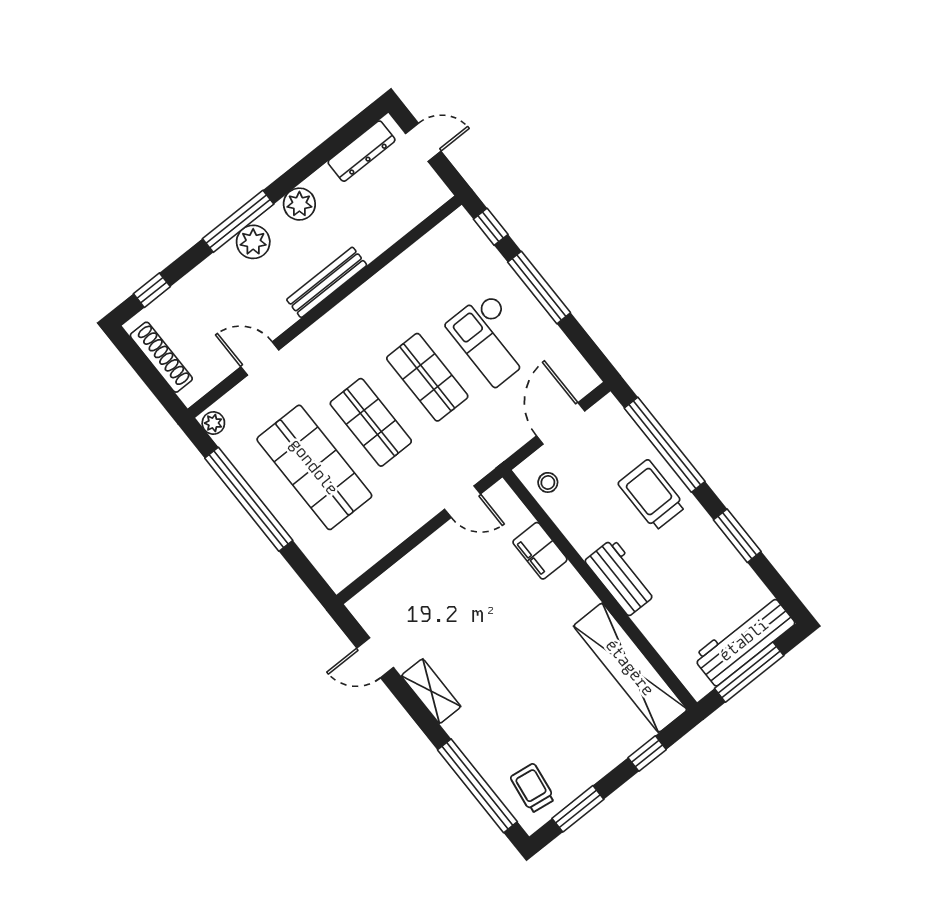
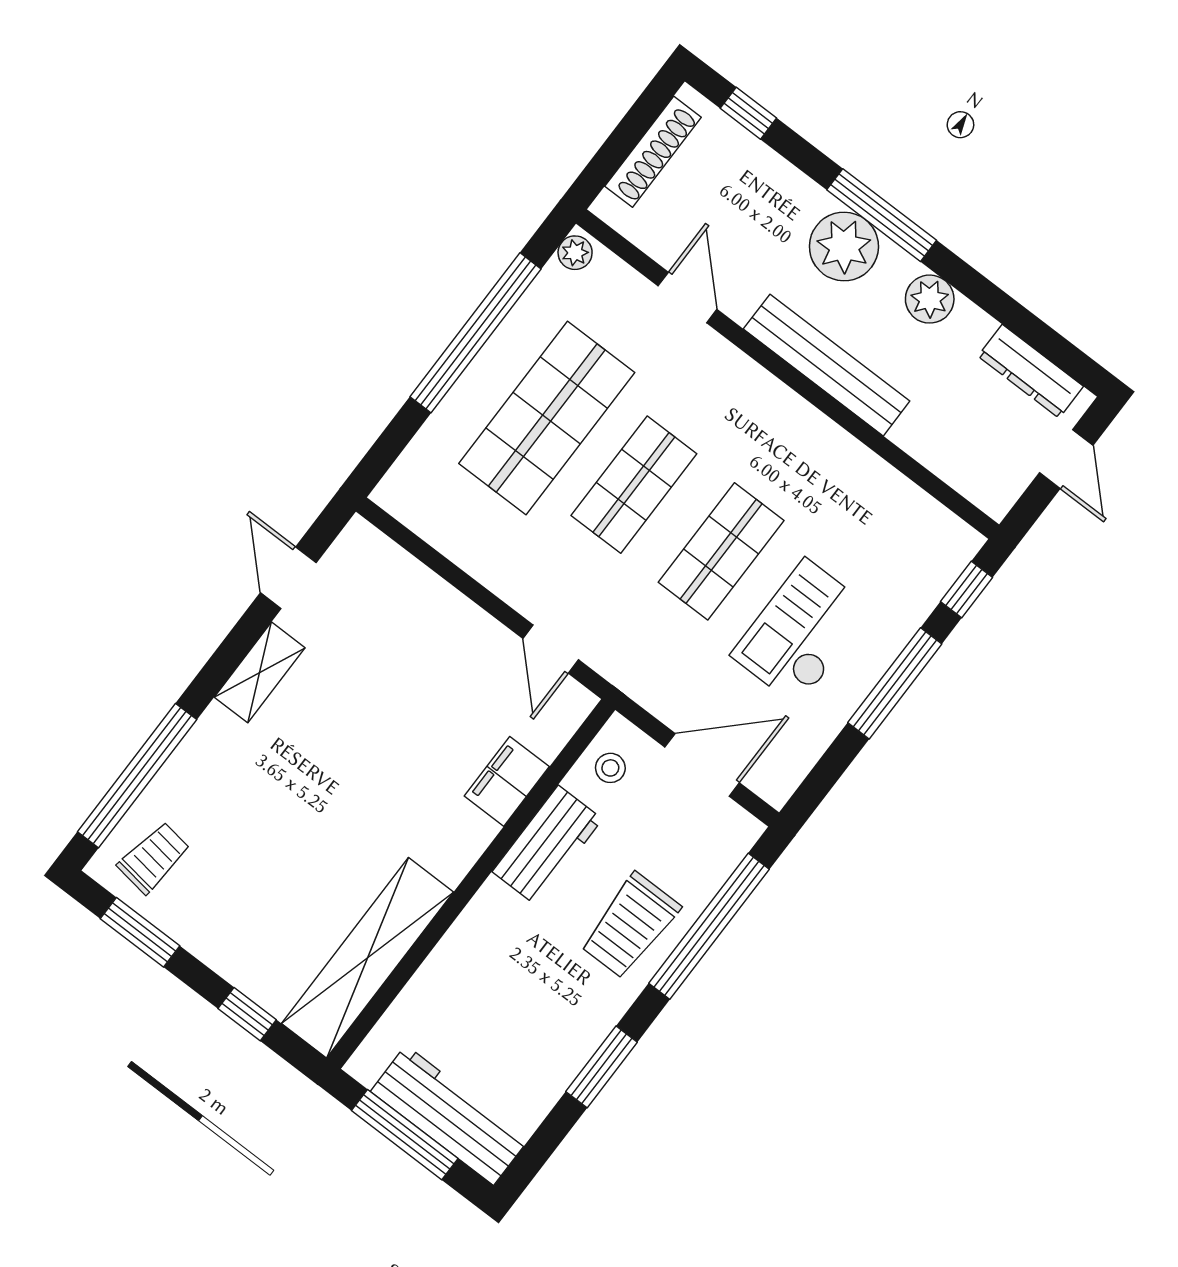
plant: (253, 242) -> (844, 246), width x1.36, depth x1.36
bench: (327, 282) -> (827, 365), width x1.37, depth x1.21
trolley: (652, 495) -> (630, 926), turned 180
workbench: (621, 577) -> (547, 845), moved

